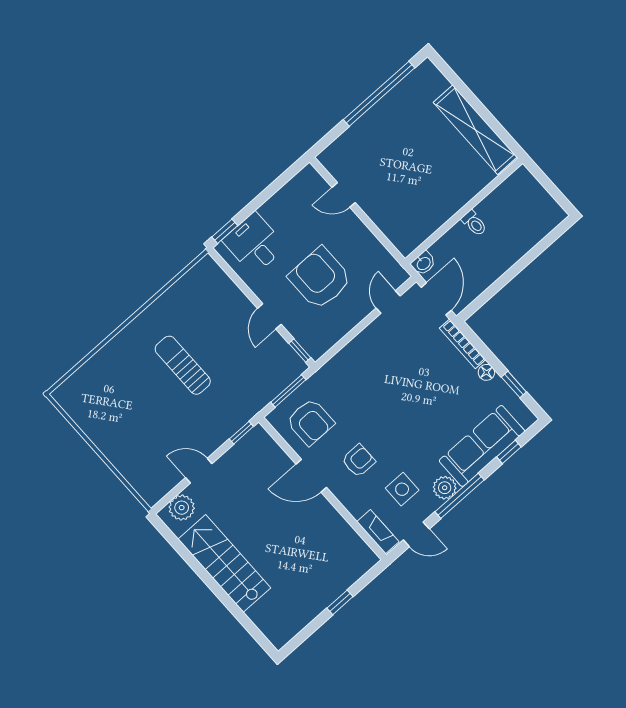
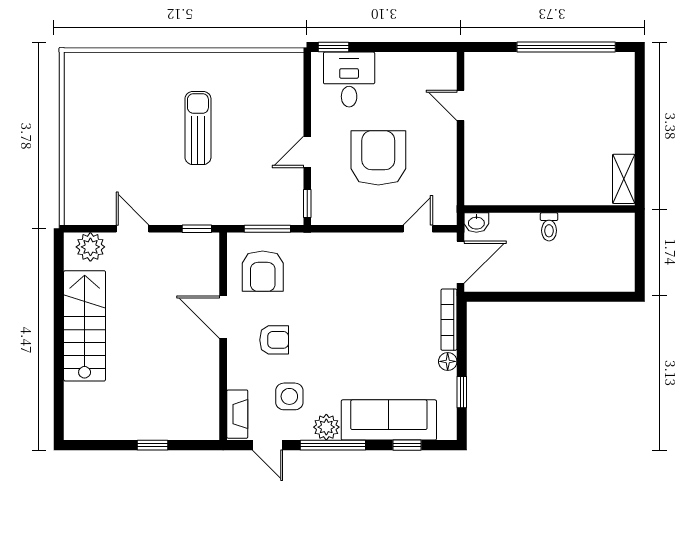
shelving: (475, 130) -> (624, 179), width x0.45, depth x0.75

